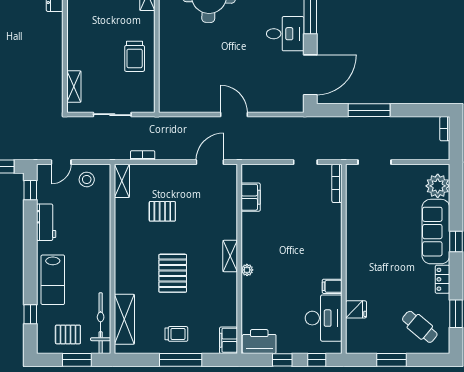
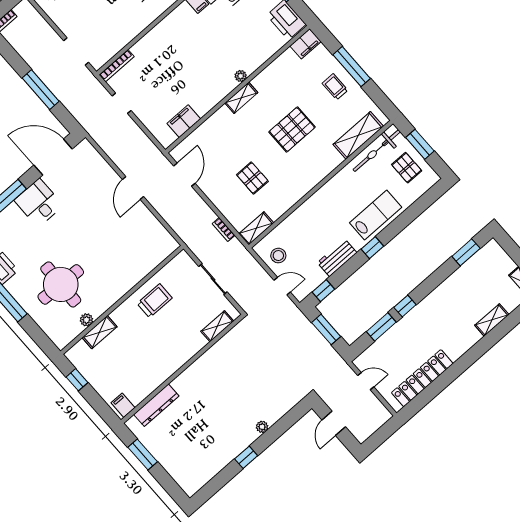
door: (210, 162) -> (184, 175), swing flipped
window: (30, 314) -> (372, 248), moved

